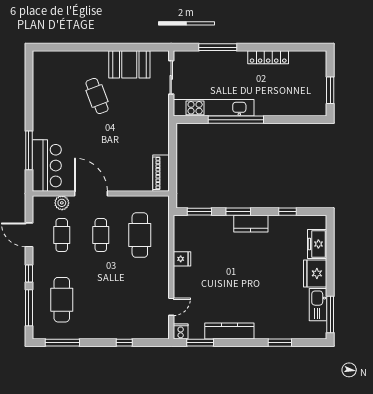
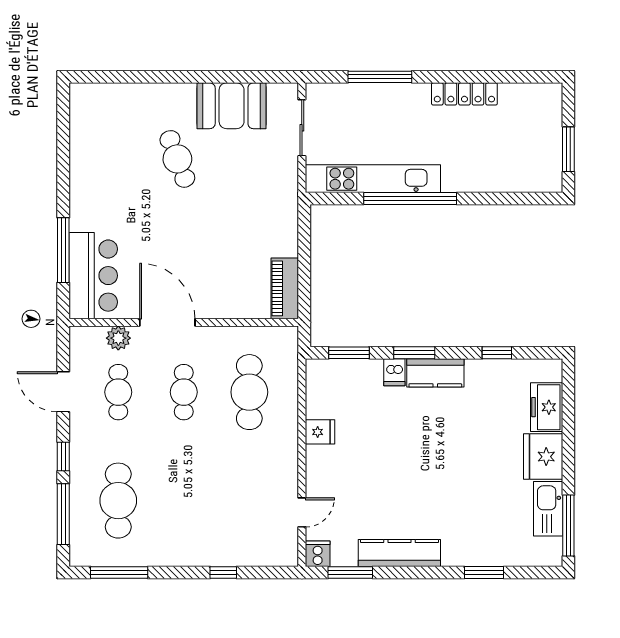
dishwasher: (226, 223) -> (394, 372), added

